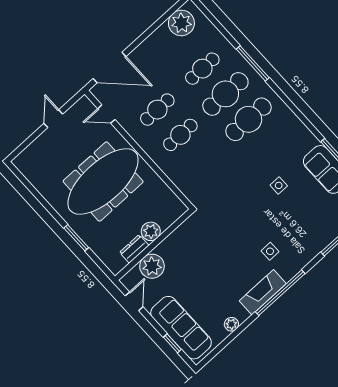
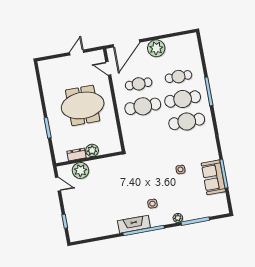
plant: (181, 23) -> (156, 48), moved
door: (110, 68) -> (126, 43), hinge flipped
cafe table: (180, 135) -> (143, 106), width x1.37, depth x1.35
meeting table: (103, 182) -> (83, 105), width x0.73
door: (134, 301) -> (58, 184), hinge flipped
plant: (231, 324) -> (178, 218), moved
sofa: (181, 328) -> (75, 215), removed

